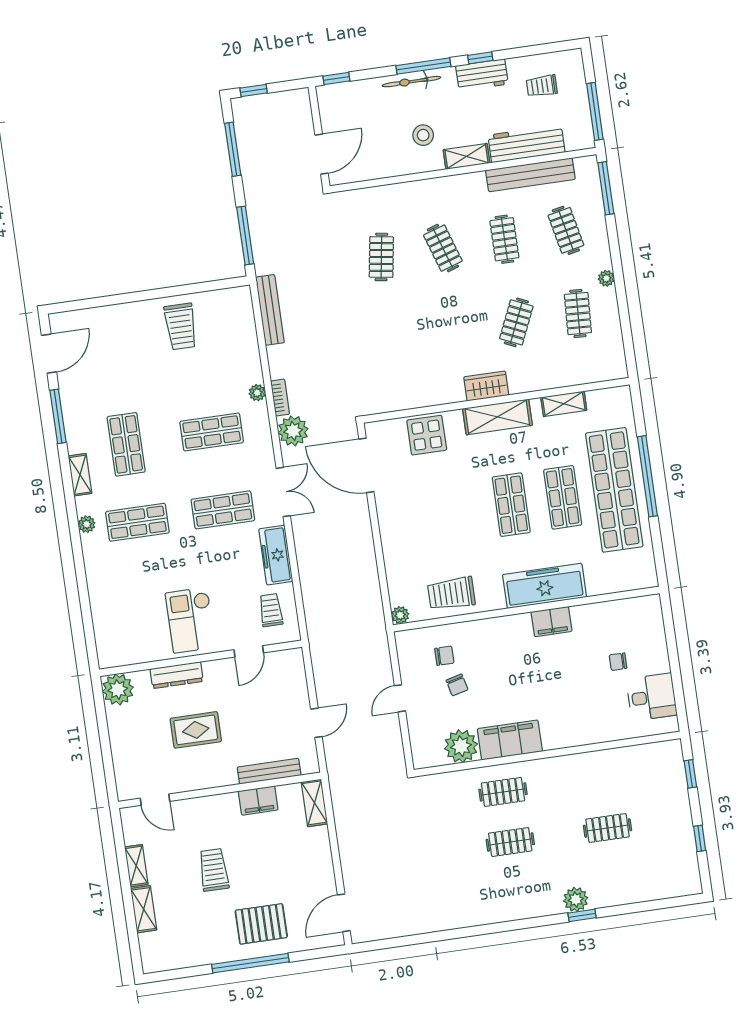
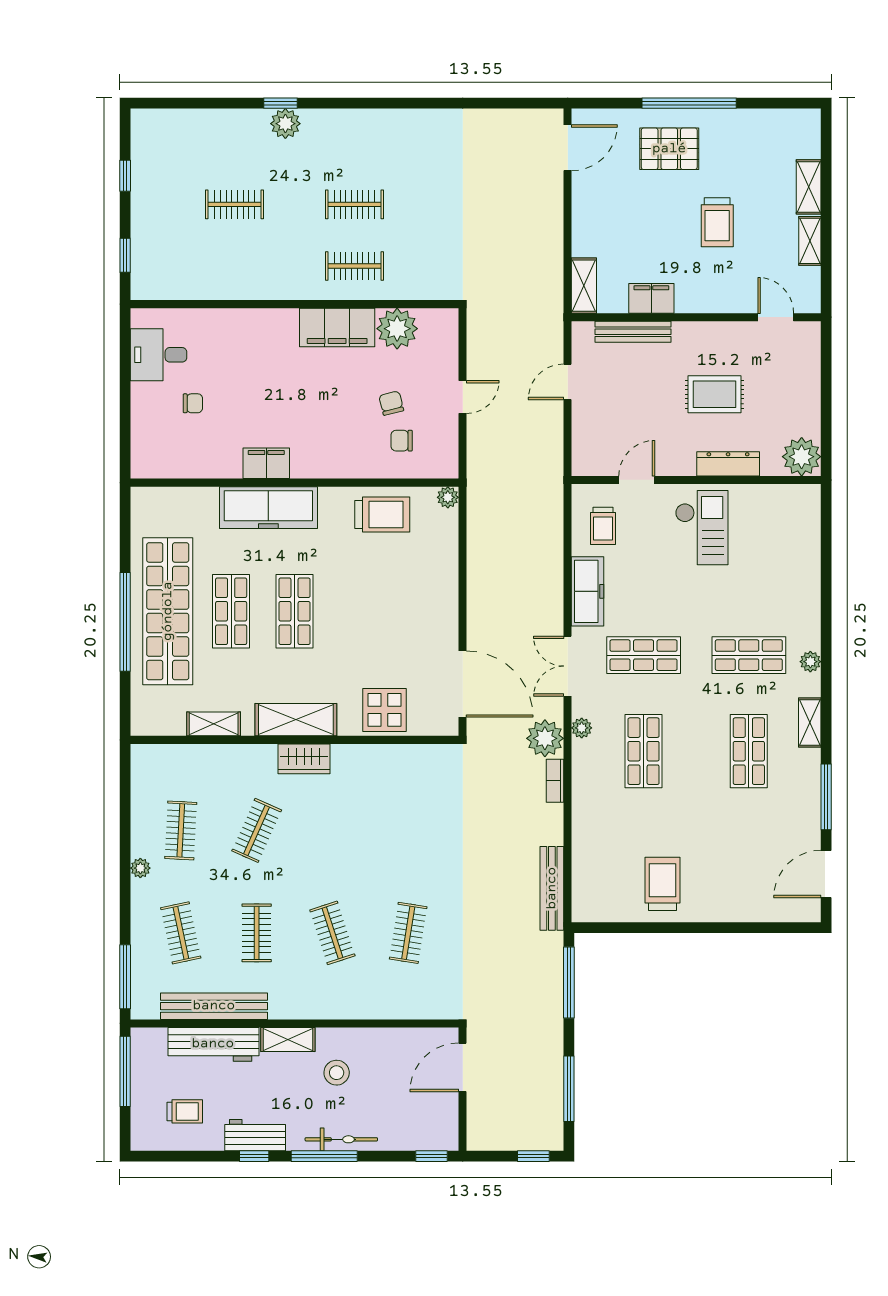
plant: (257, 393) -> (582, 728), moved
shop shelf: (212, 432) -> (644, 751), turned 90

